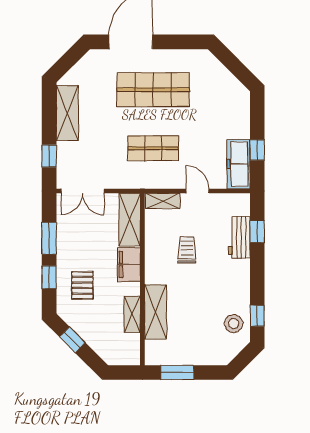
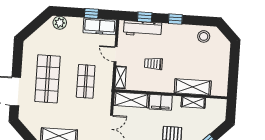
plant: (240, 103) -> (60, 23), added
door: (198, 191) -> (116, 54), hinge flipped
workbench: (239, 237) -> (143, 29), width x1.38
window: (257, 316) -> (175, 19), moved
window: (177, 372) -> (233, 75), removed

